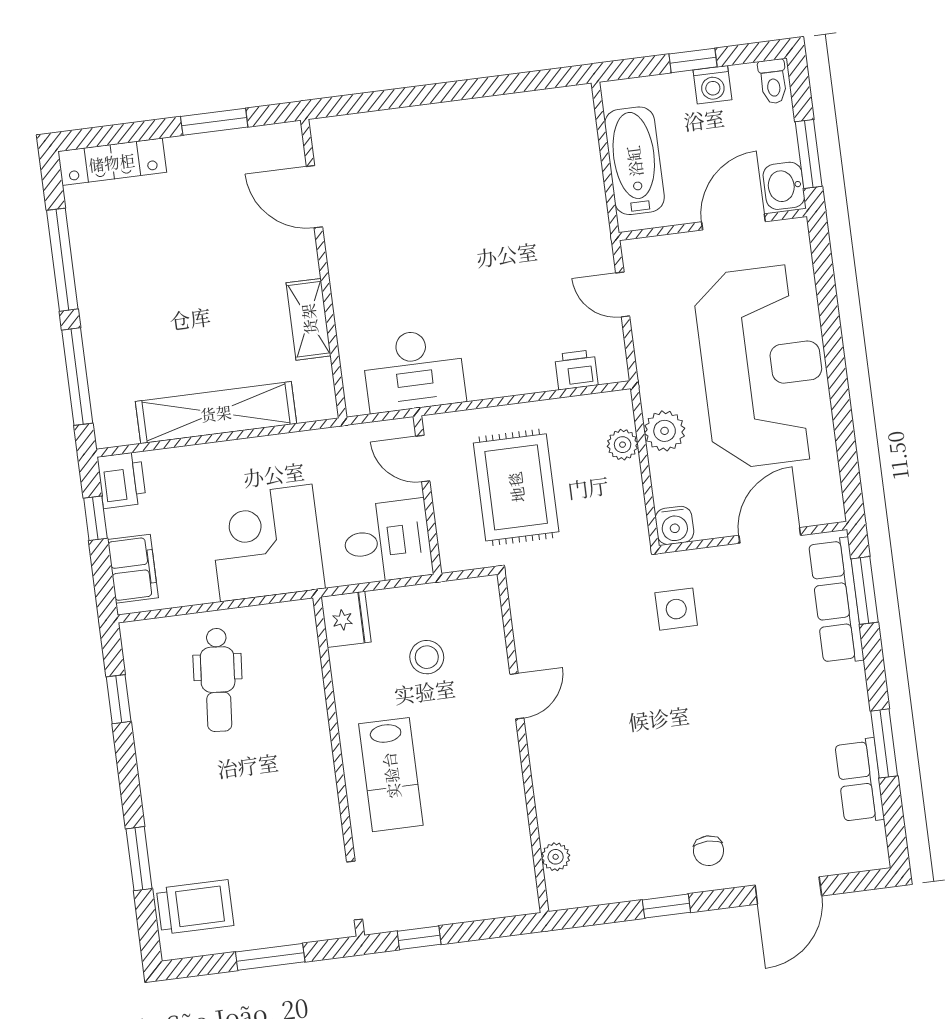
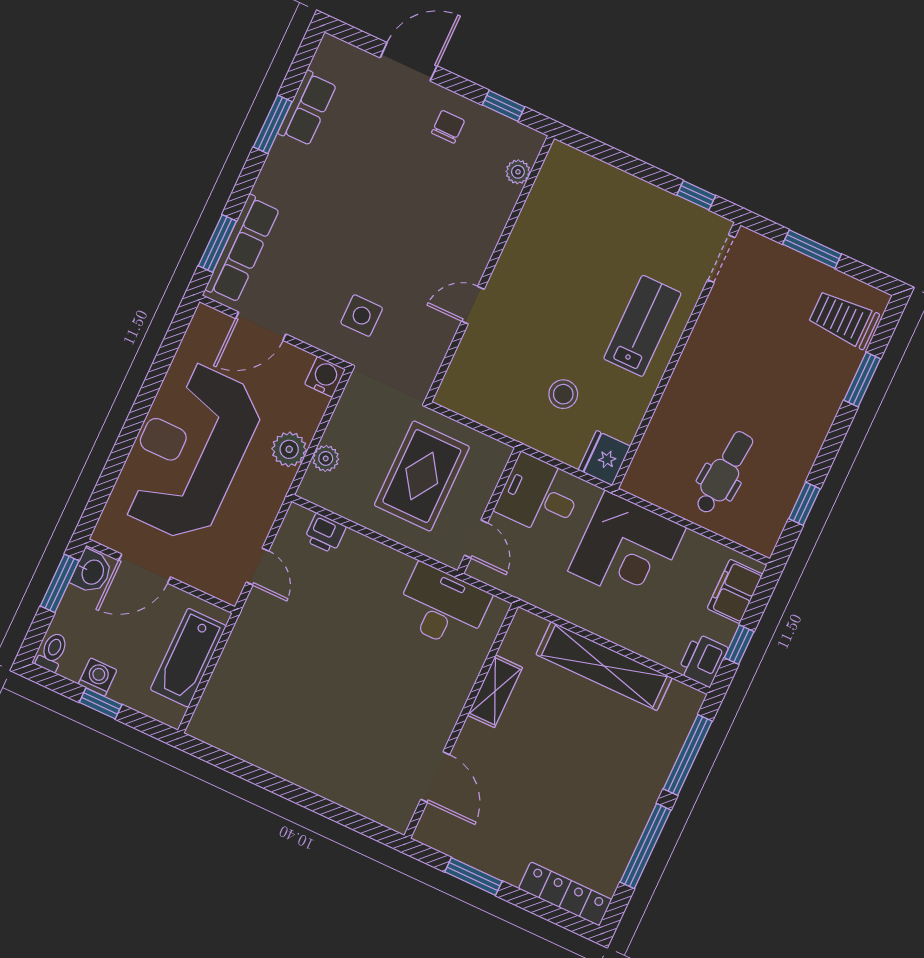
door: (517, 696) -> (473, 305), moved
wall: (523, 743) -> (490, 269), moved
plant: (556, 857) -> (518, 172), moved

